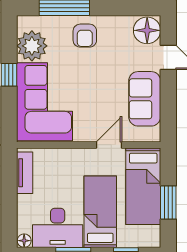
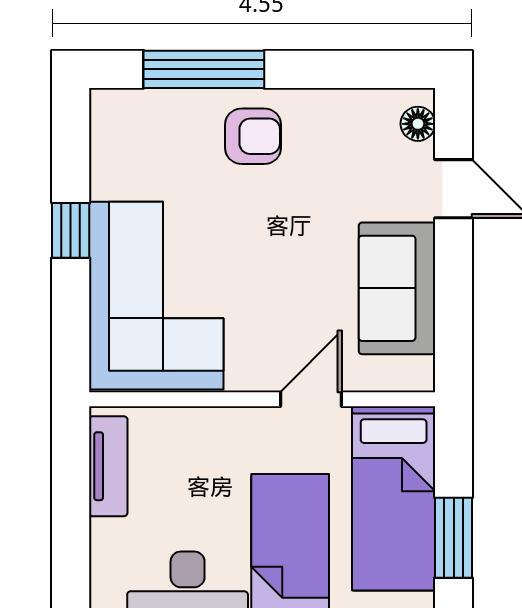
floor lamp: (147, 30) -> (418, 124), width x0.53, depth x0.53
armchair: (85, 36) -> (253, 136), turned -90
plant: (32, 46) -> (126, 161), removed

